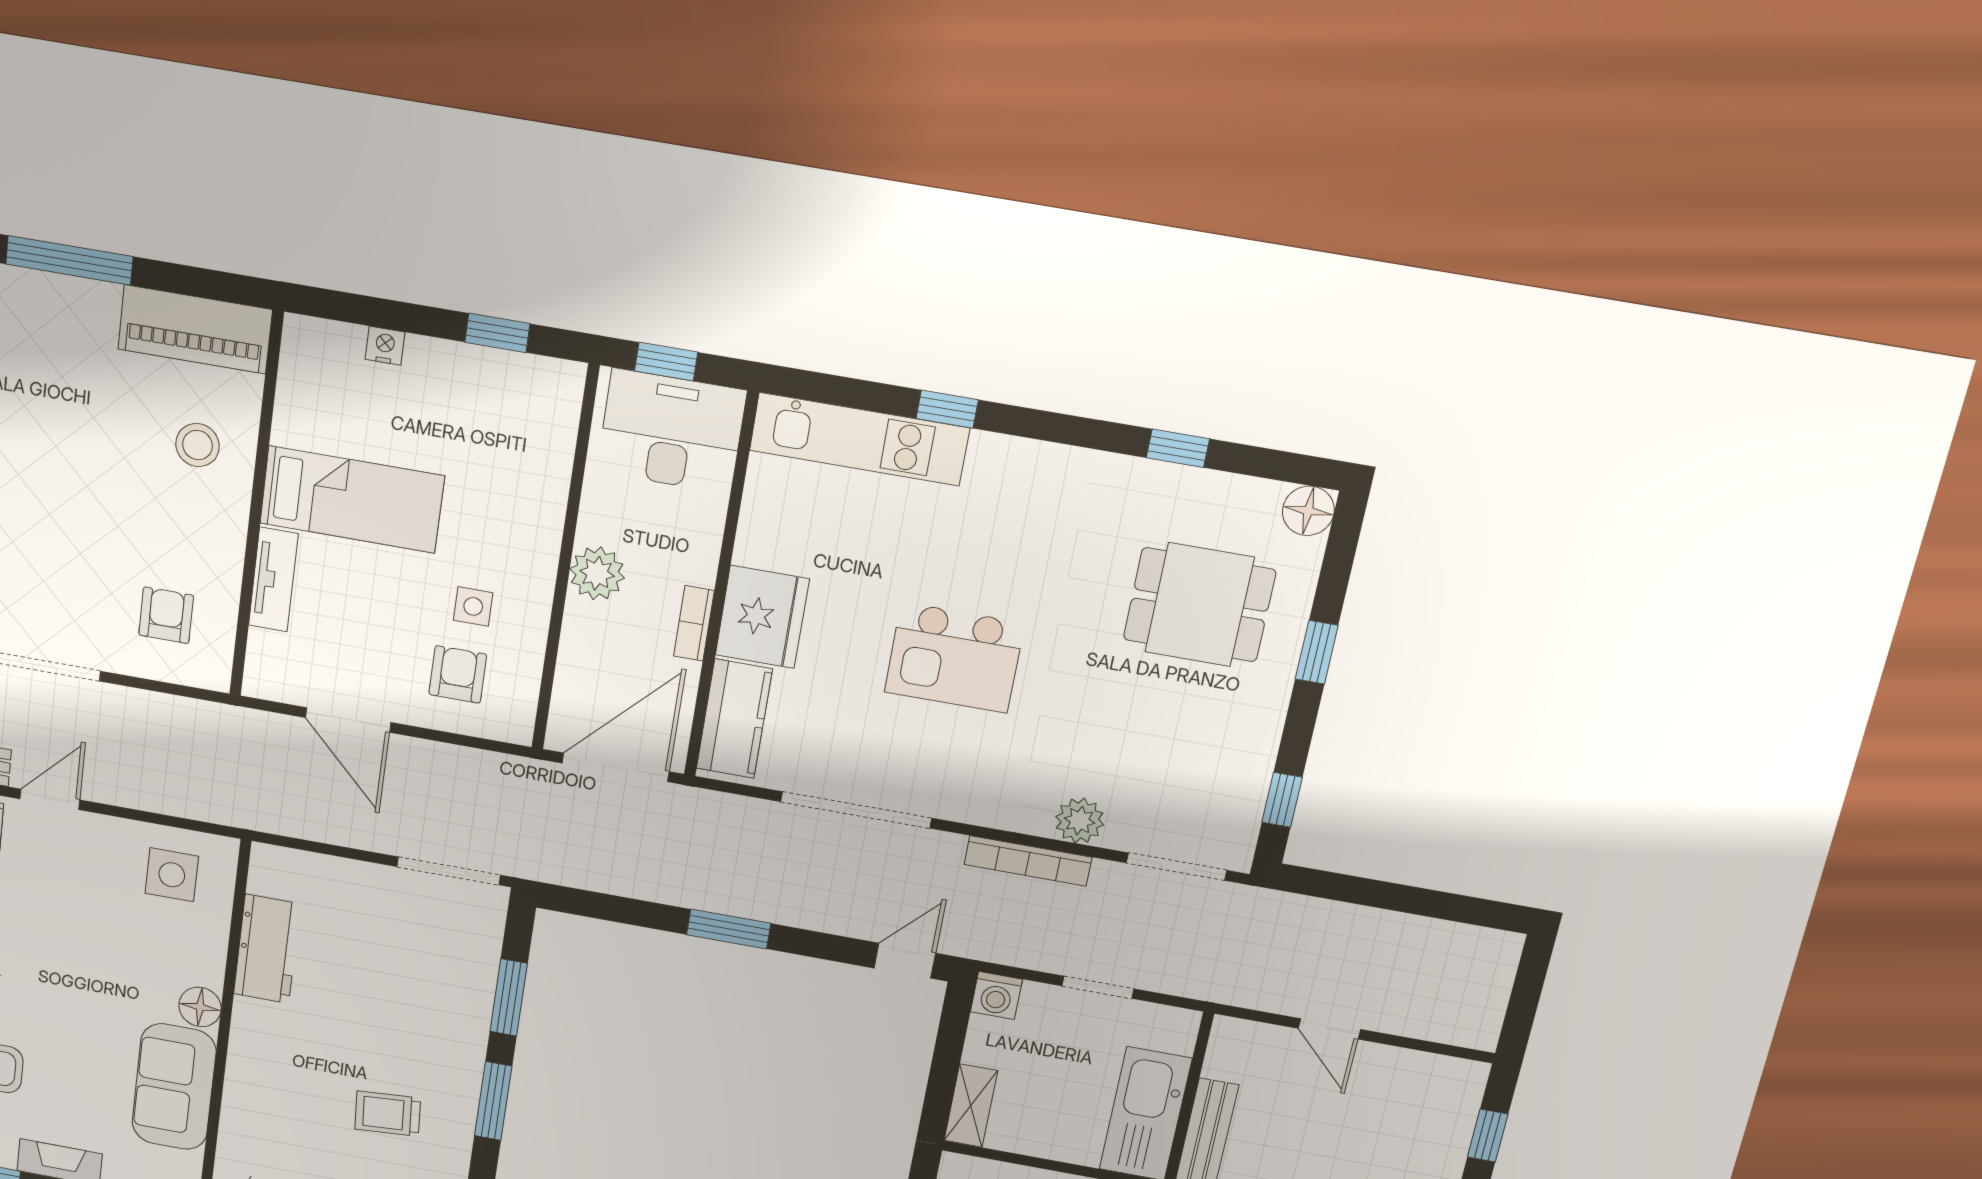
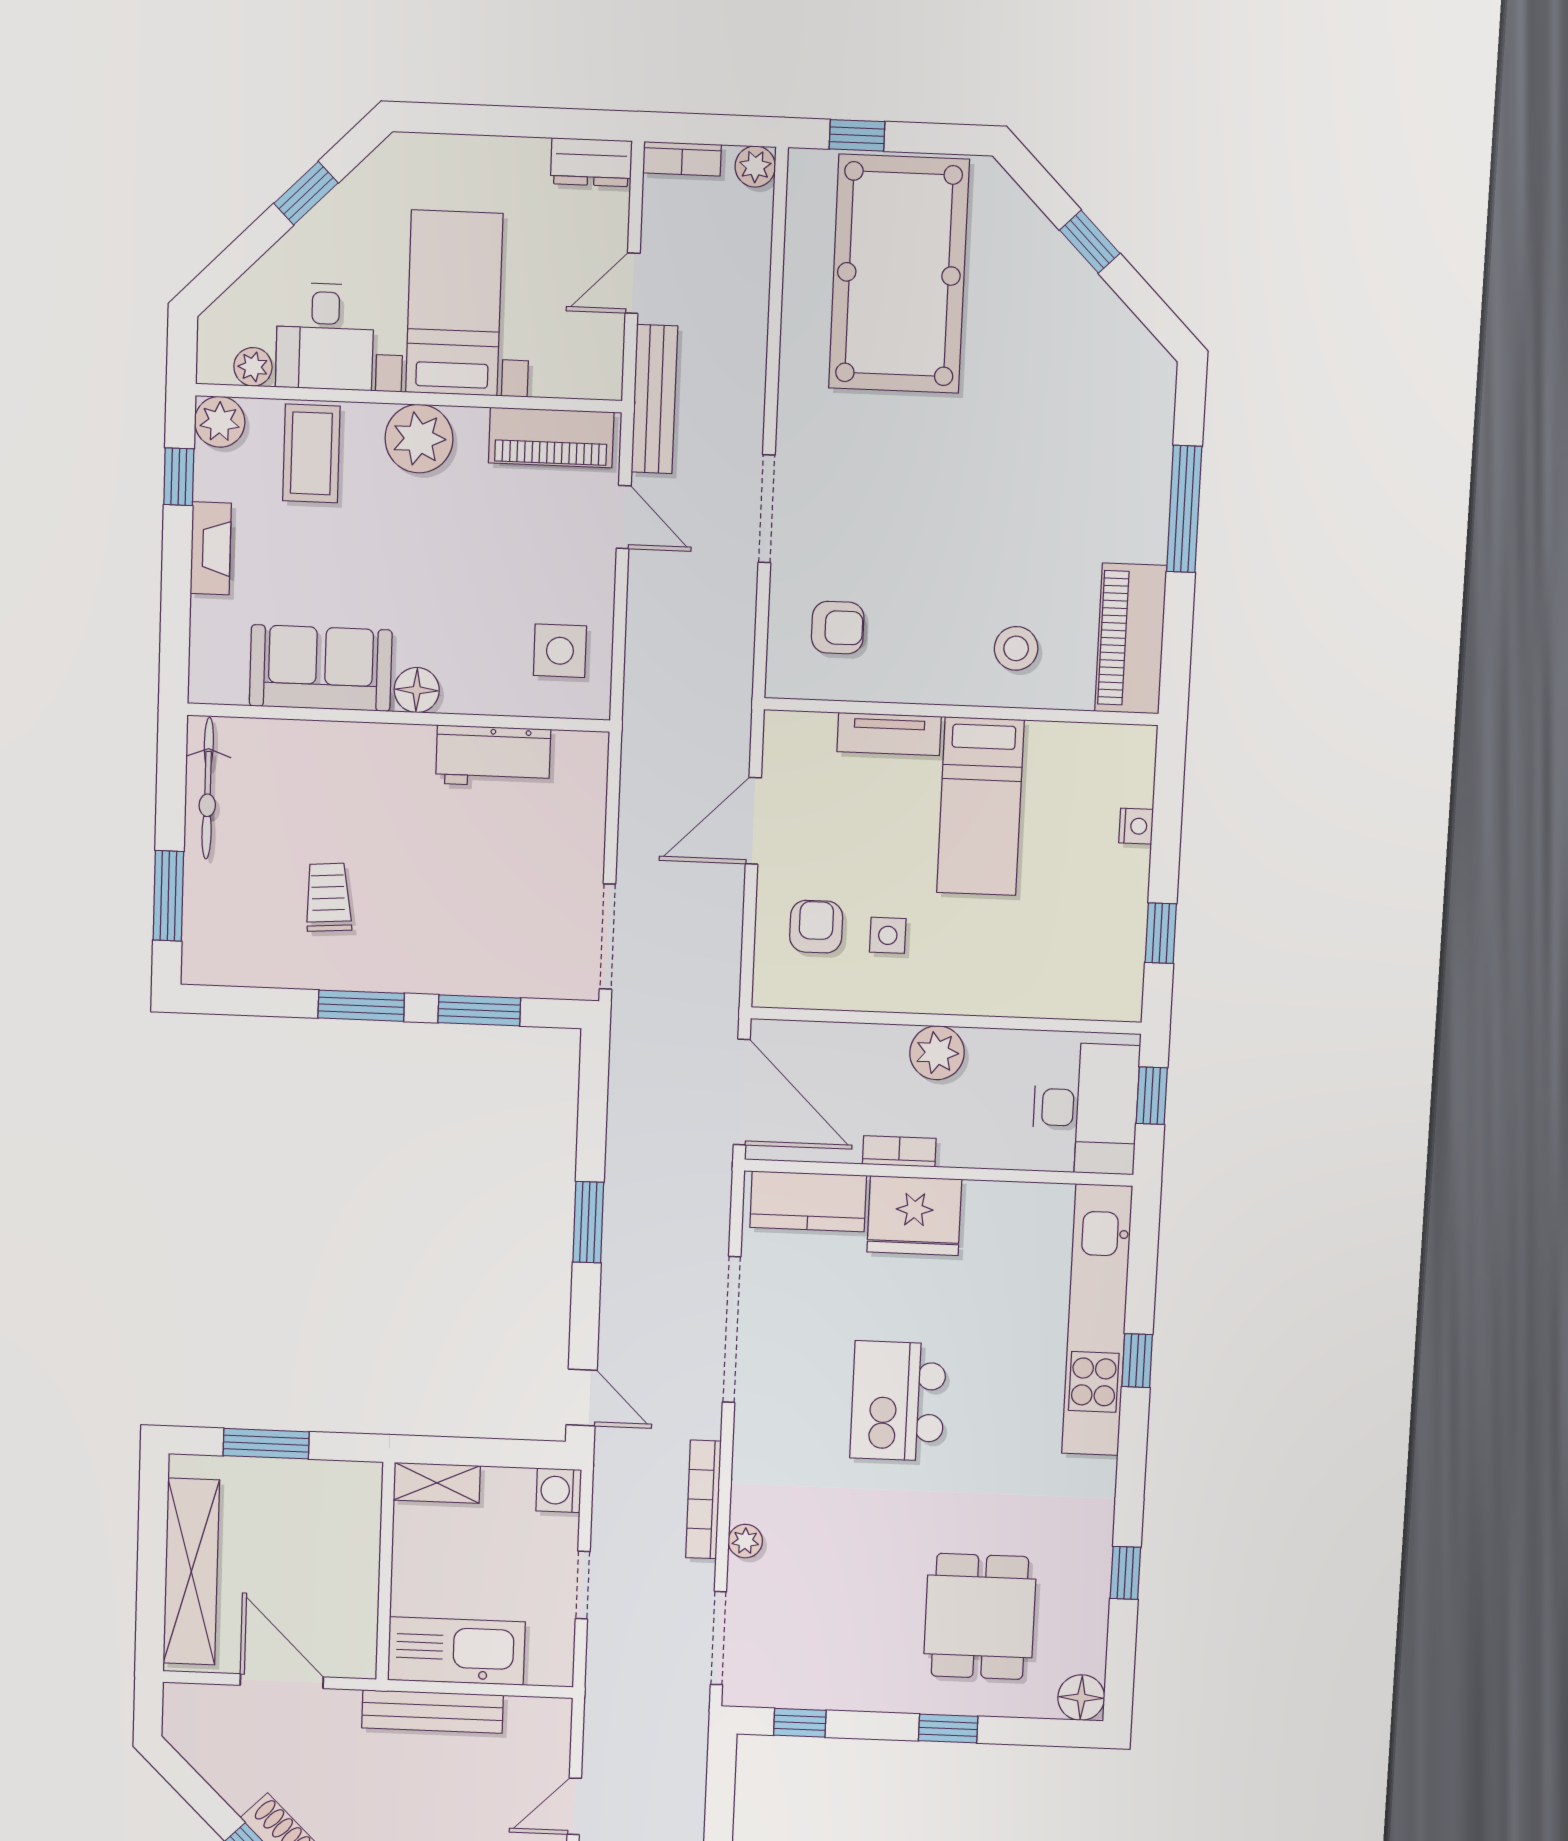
kitchen unit: (859, 439) -> (1097, 1320), width x1.36
armchair: (458, 674) -> (816, 927), turned -90
plant: (1080, 821) -> (745, 1541), width x0.73, depth x0.73

